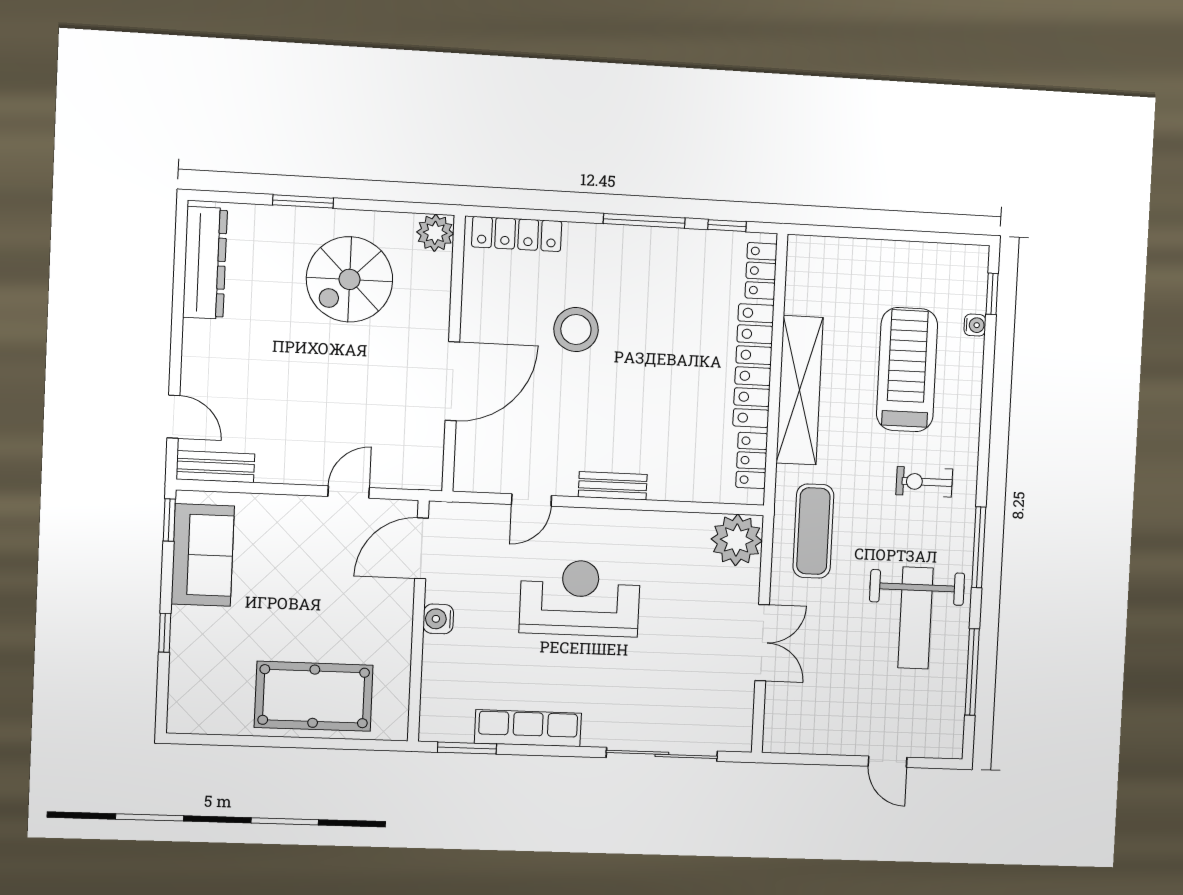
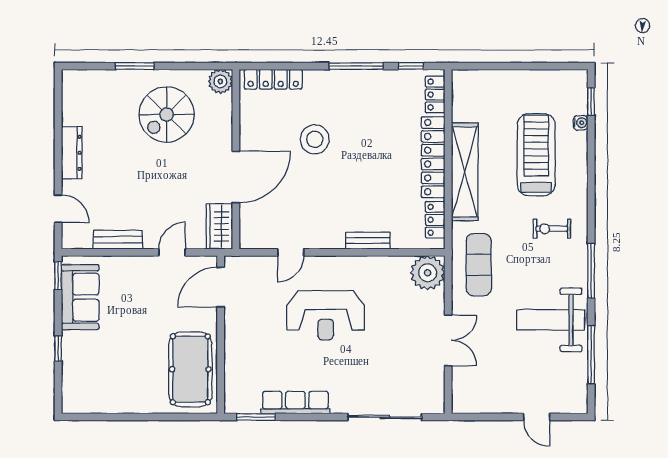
dresser: (205, 263) -> (72, 153), moved, width x0.73, depth x0.80
wardrobe: (424, 456) -> (219, 226), added
bench: (215, 467) -> (118, 240), moved
bench: (613, 486) -> (368, 241), moved
reception desk: (580, 598) -> (326, 315), turned 180
weight bench: (916, 618) -> (551, 320), turned 90
water cooler: (438, 619) -> (234, 333), removed
pool table: (314, 696) -> (190, 369), moved, turned 90

